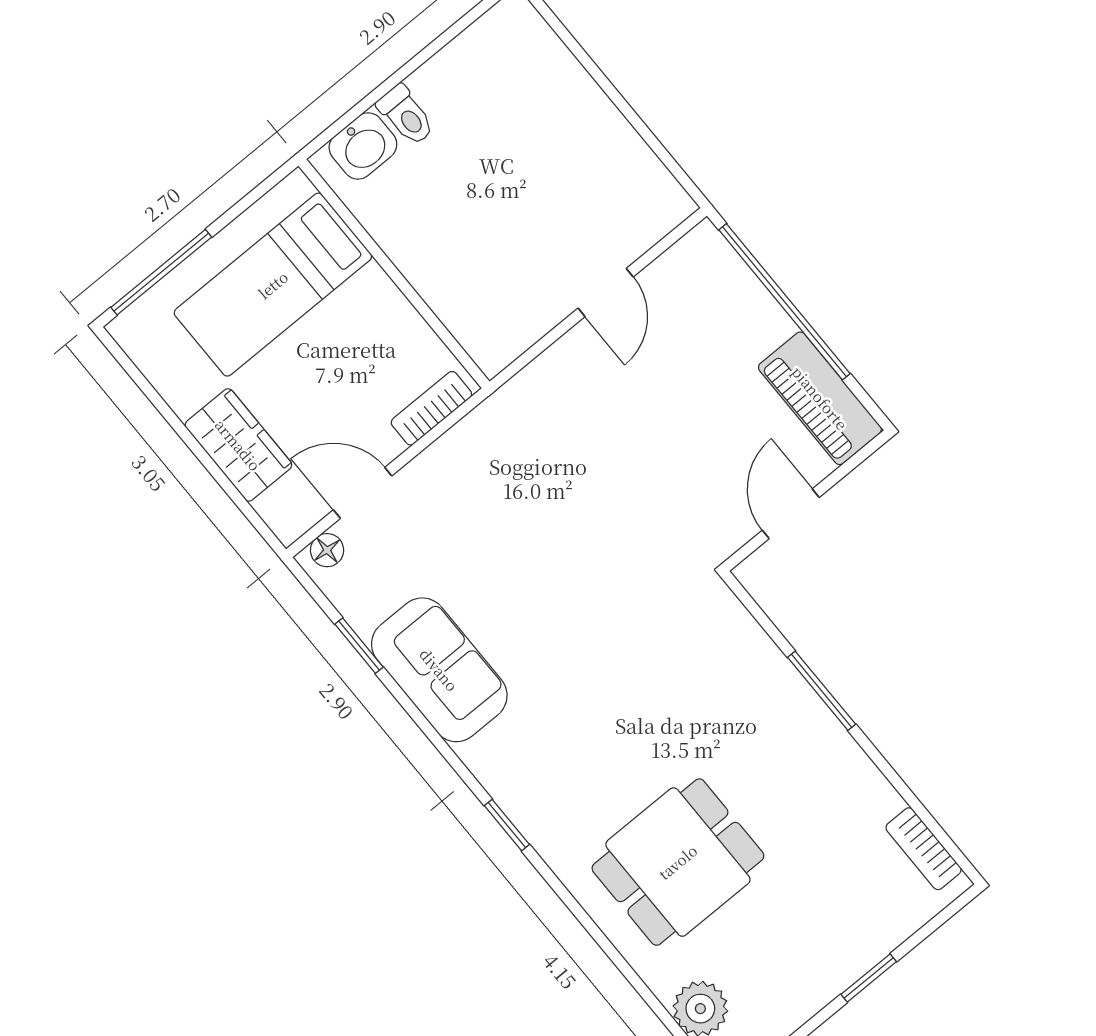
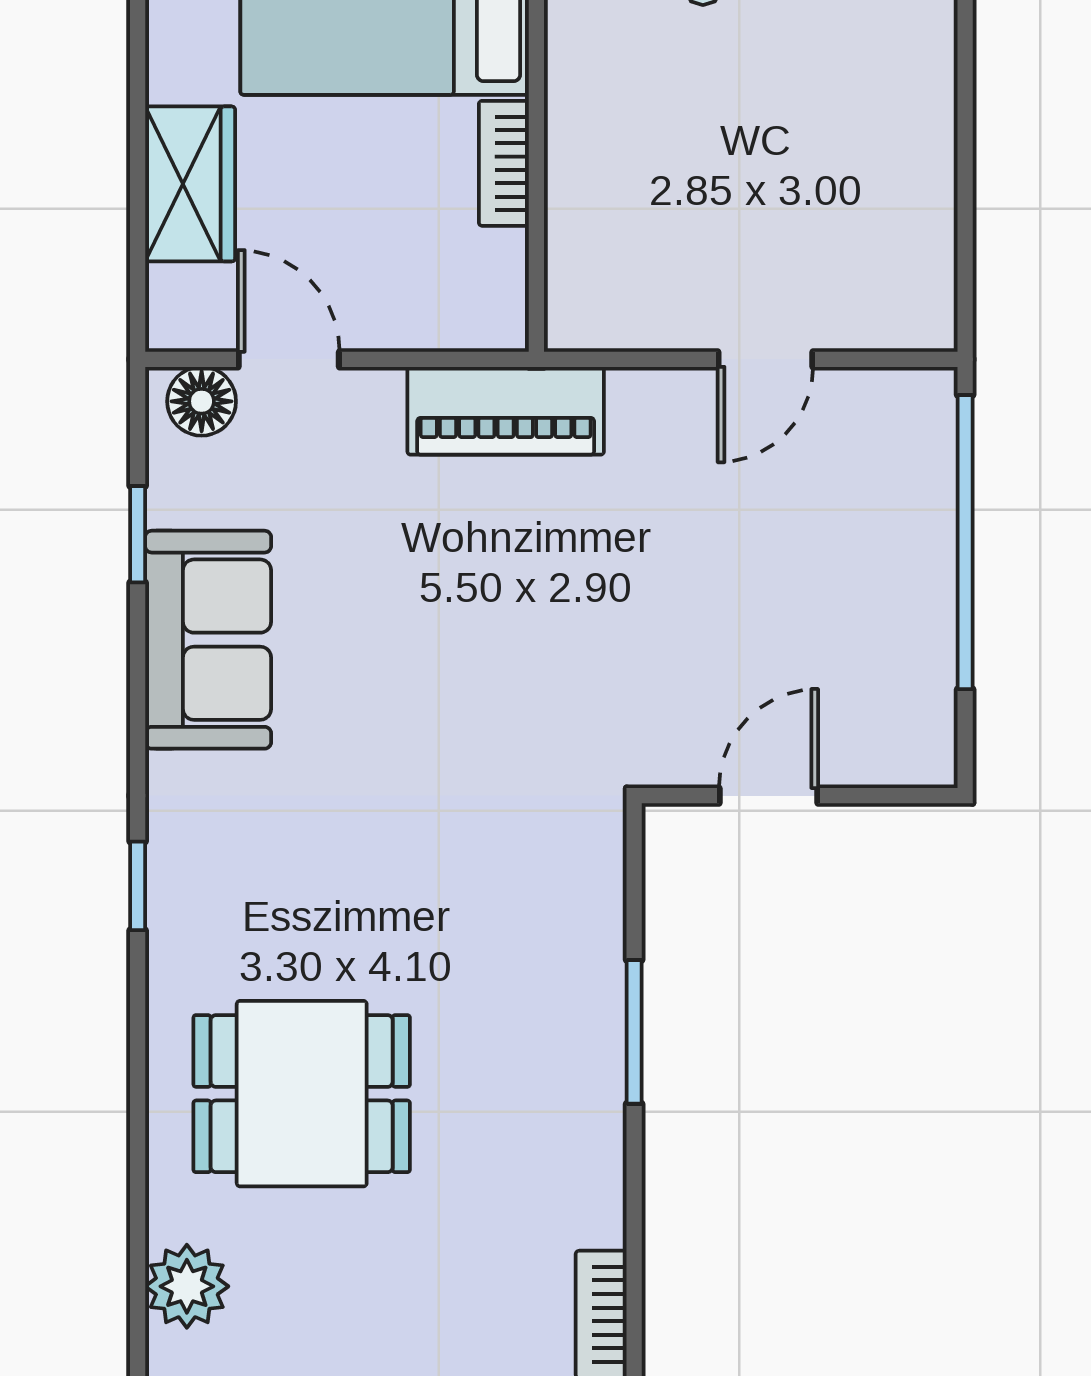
piano: (820, 398) -> (506, 411), moved, turned -90
bookcase: (431, 408) -> (504, 163), moved, turned -90
floor lamp: (327, 550) -> (202, 401), width x1.37, depth x1.37

